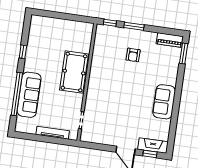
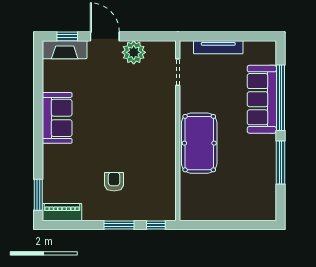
window: (23, 52) -> (280, 162), width x2.17
plant: (108, 137) -> (134, 52), added

